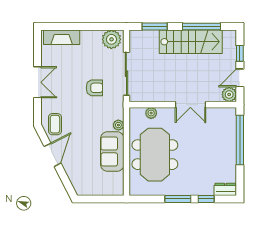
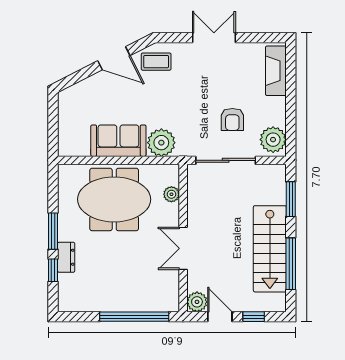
double door: (38, 82) -> (214, 38), swing flipped
armchair: (94, 88) -> (232, 119), moved
plant: (118, 125) -> (161, 143), width x1.87, depth x1.87
dresser: (225, 189) -> (66, 257), moved

